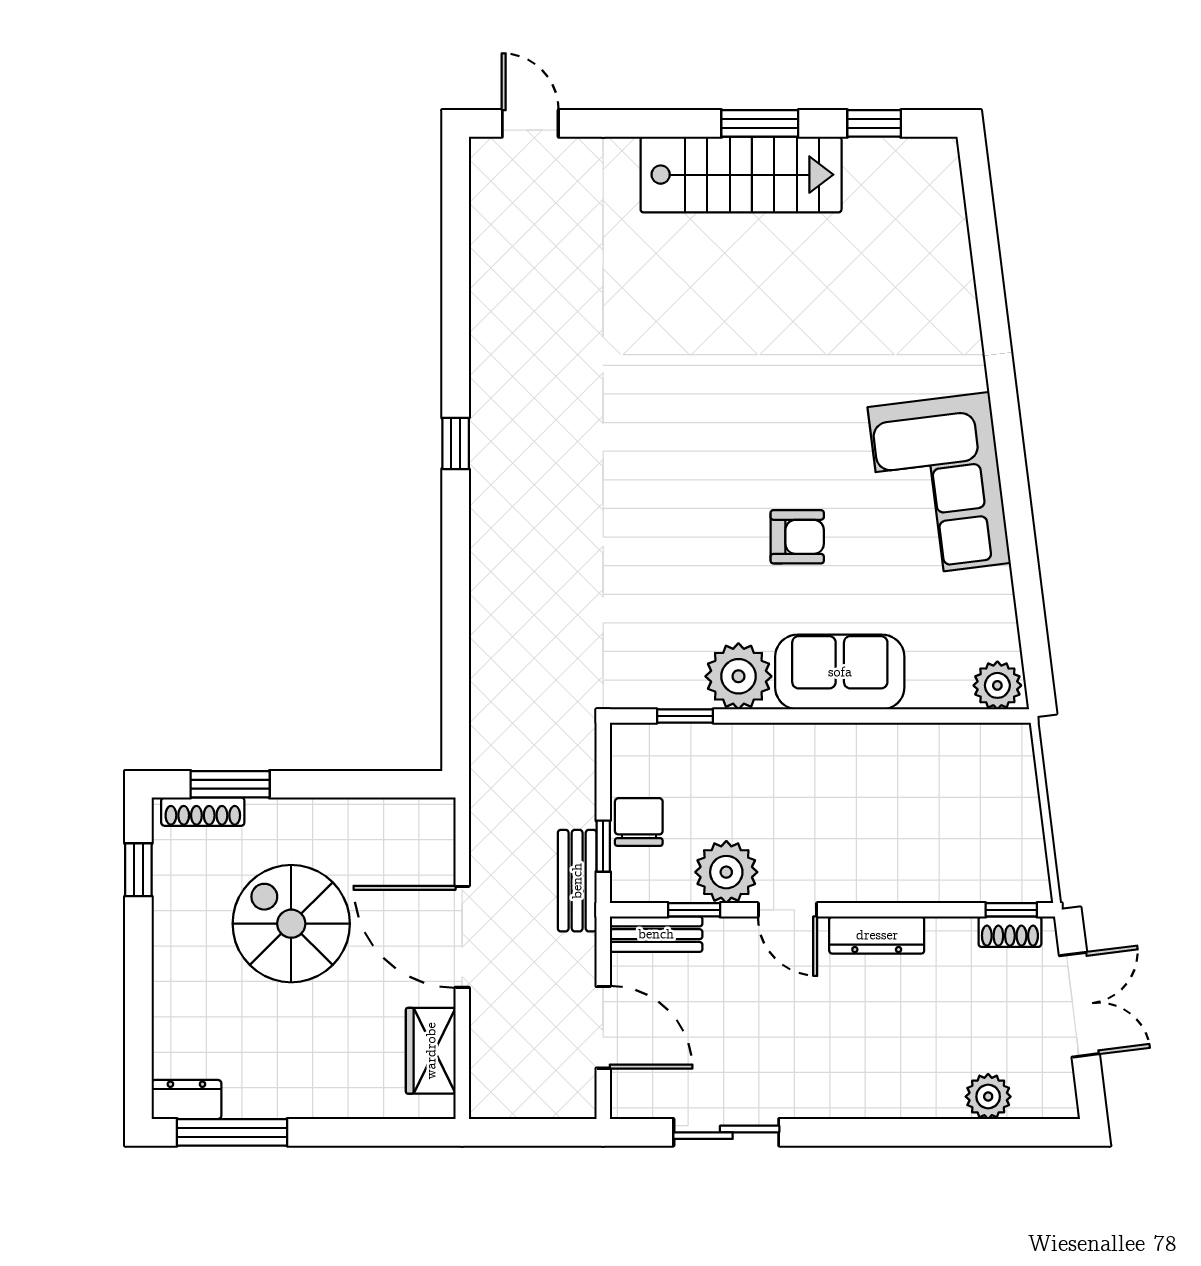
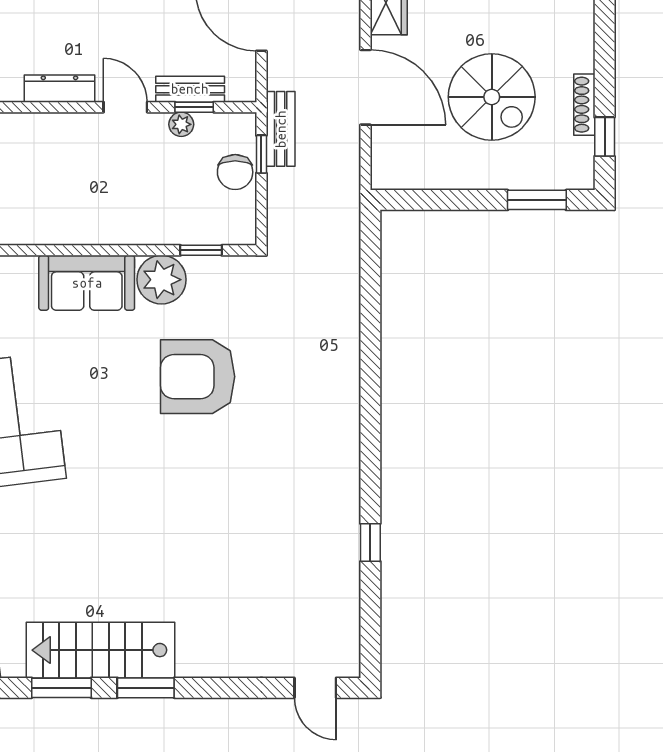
window: (874, 123) -> (61, 688), width x1.50
stairs: (741, 175) -> (100, 650), moved
window: (456, 443) -> (370, 543), moved
armchair: (797, 537) -> (198, 377), moved, width x1.88, depth x1.88
shoe rack: (203, 812) -> (584, 105), moved, turned -90
plant: (726, 872) -> (181, 124), width x0.53, depth x0.53
bench: (656, 934) -> (190, 89), moved

